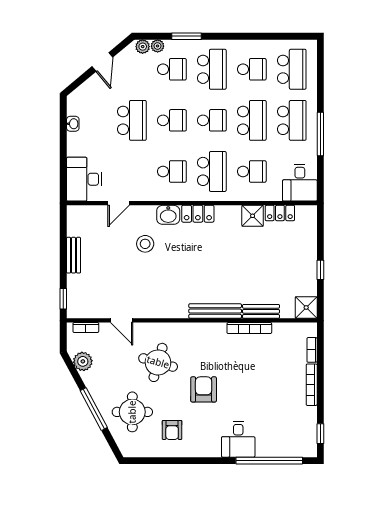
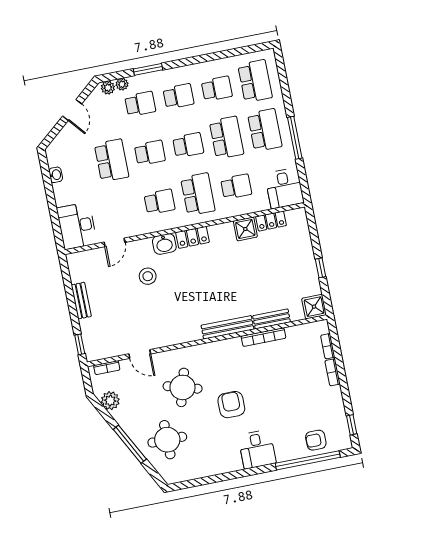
school desk: (212, 69) -> (178, 96), width x0.54
bookcase: (312, 385) -> (333, 372), width x0.64
armchair: (172, 430) -> (316, 440), moved, turned 90
desk: (238, 439) -> (257, 449), moved

